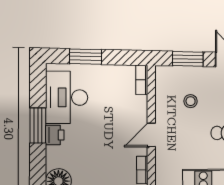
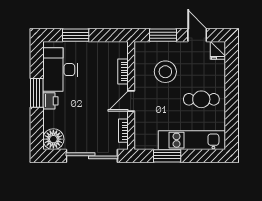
bookcase: (142, 80) -> (123, 72), moved
stool: (191, 101) -> (165, 72), width x1.89, depth x1.89

